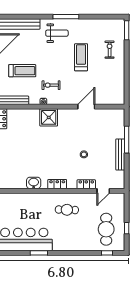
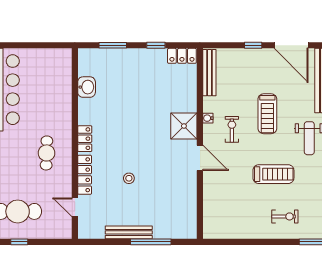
treadmill: (22, 71) -> (267, 114), moved
door: (86, 107) -> (200, 158), moved
washbasin: (34, 183) -> (87, 87), moved
locker: (86, 184) -> (85, 175), width x1.53

